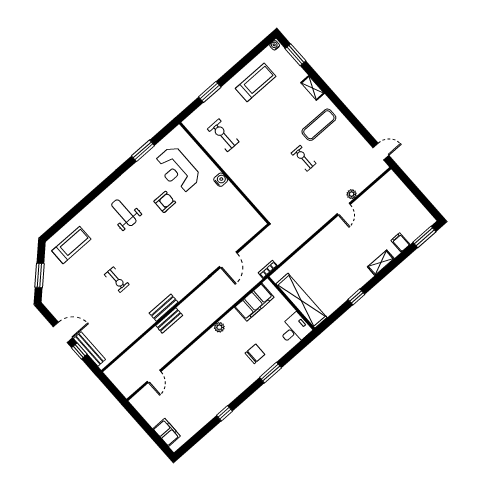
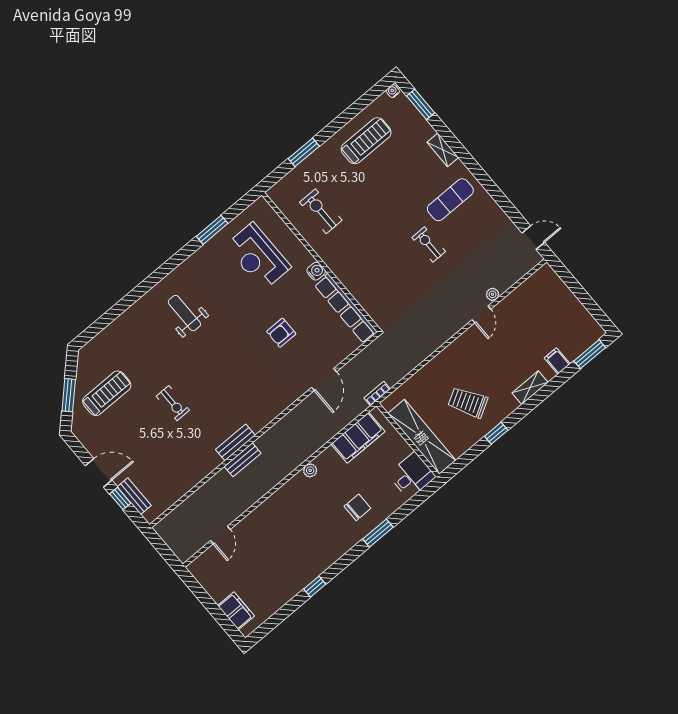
armchair: (165, 202) -> (281, 333), moved, turned 180
row of seats: (243, 207) -> (346, 308), added
treadmill: (71, 245) -> (107, 393), moved
trolley: (335, 274) -> (468, 402), added
bench: (90, 349) -> (134, 496), width x0.73

